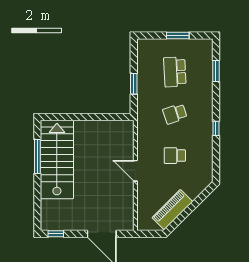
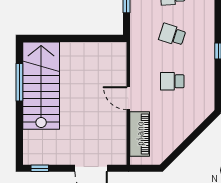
school desk: (175, 114) -> (172, 35), turned 36
piano: (172, 210) -> (140, 134), moved, turned 135

